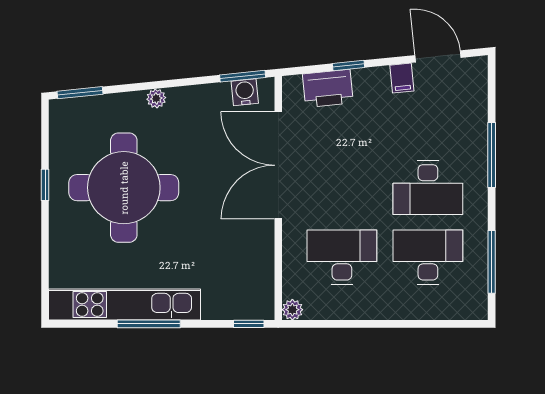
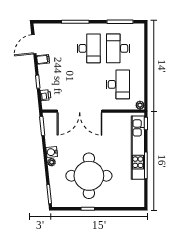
printer: (328, 88) -> (46, 95), width x0.53, depth x0.68
water cooler: (245, 92) -> (52, 152), moved
desk: (342, 257) -> (118, 84), turned 180
kitchen unit: (125, 305) -> (138, 148), moved

